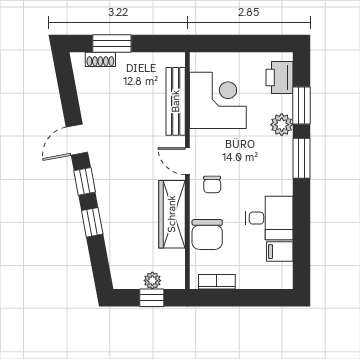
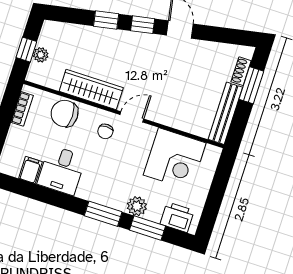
bench: (176, 101) -> (225, 113), moved, turned 90
chair: (212, 184) -> (105, 131), turned -89

